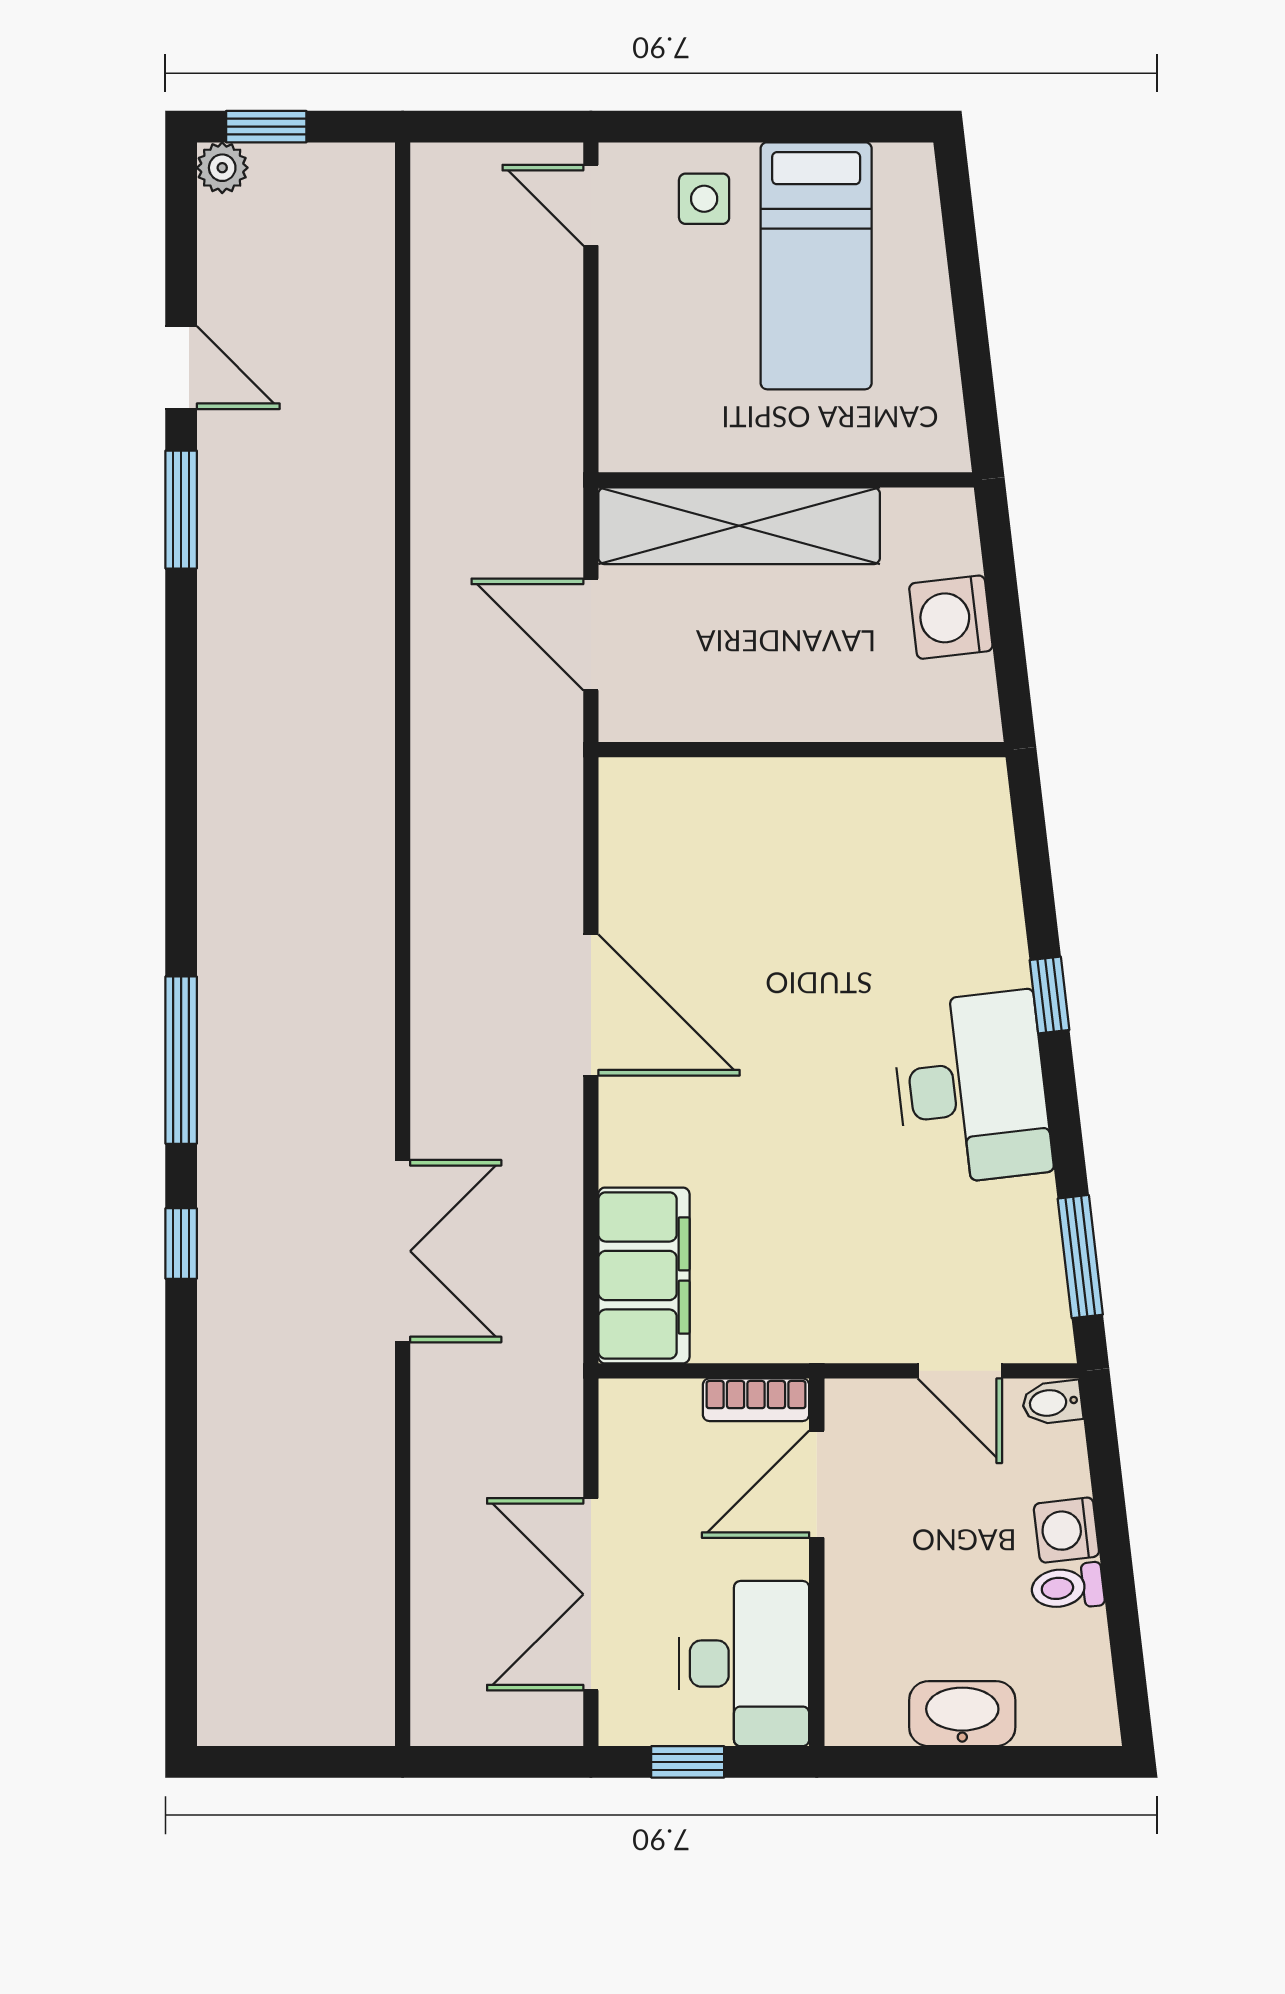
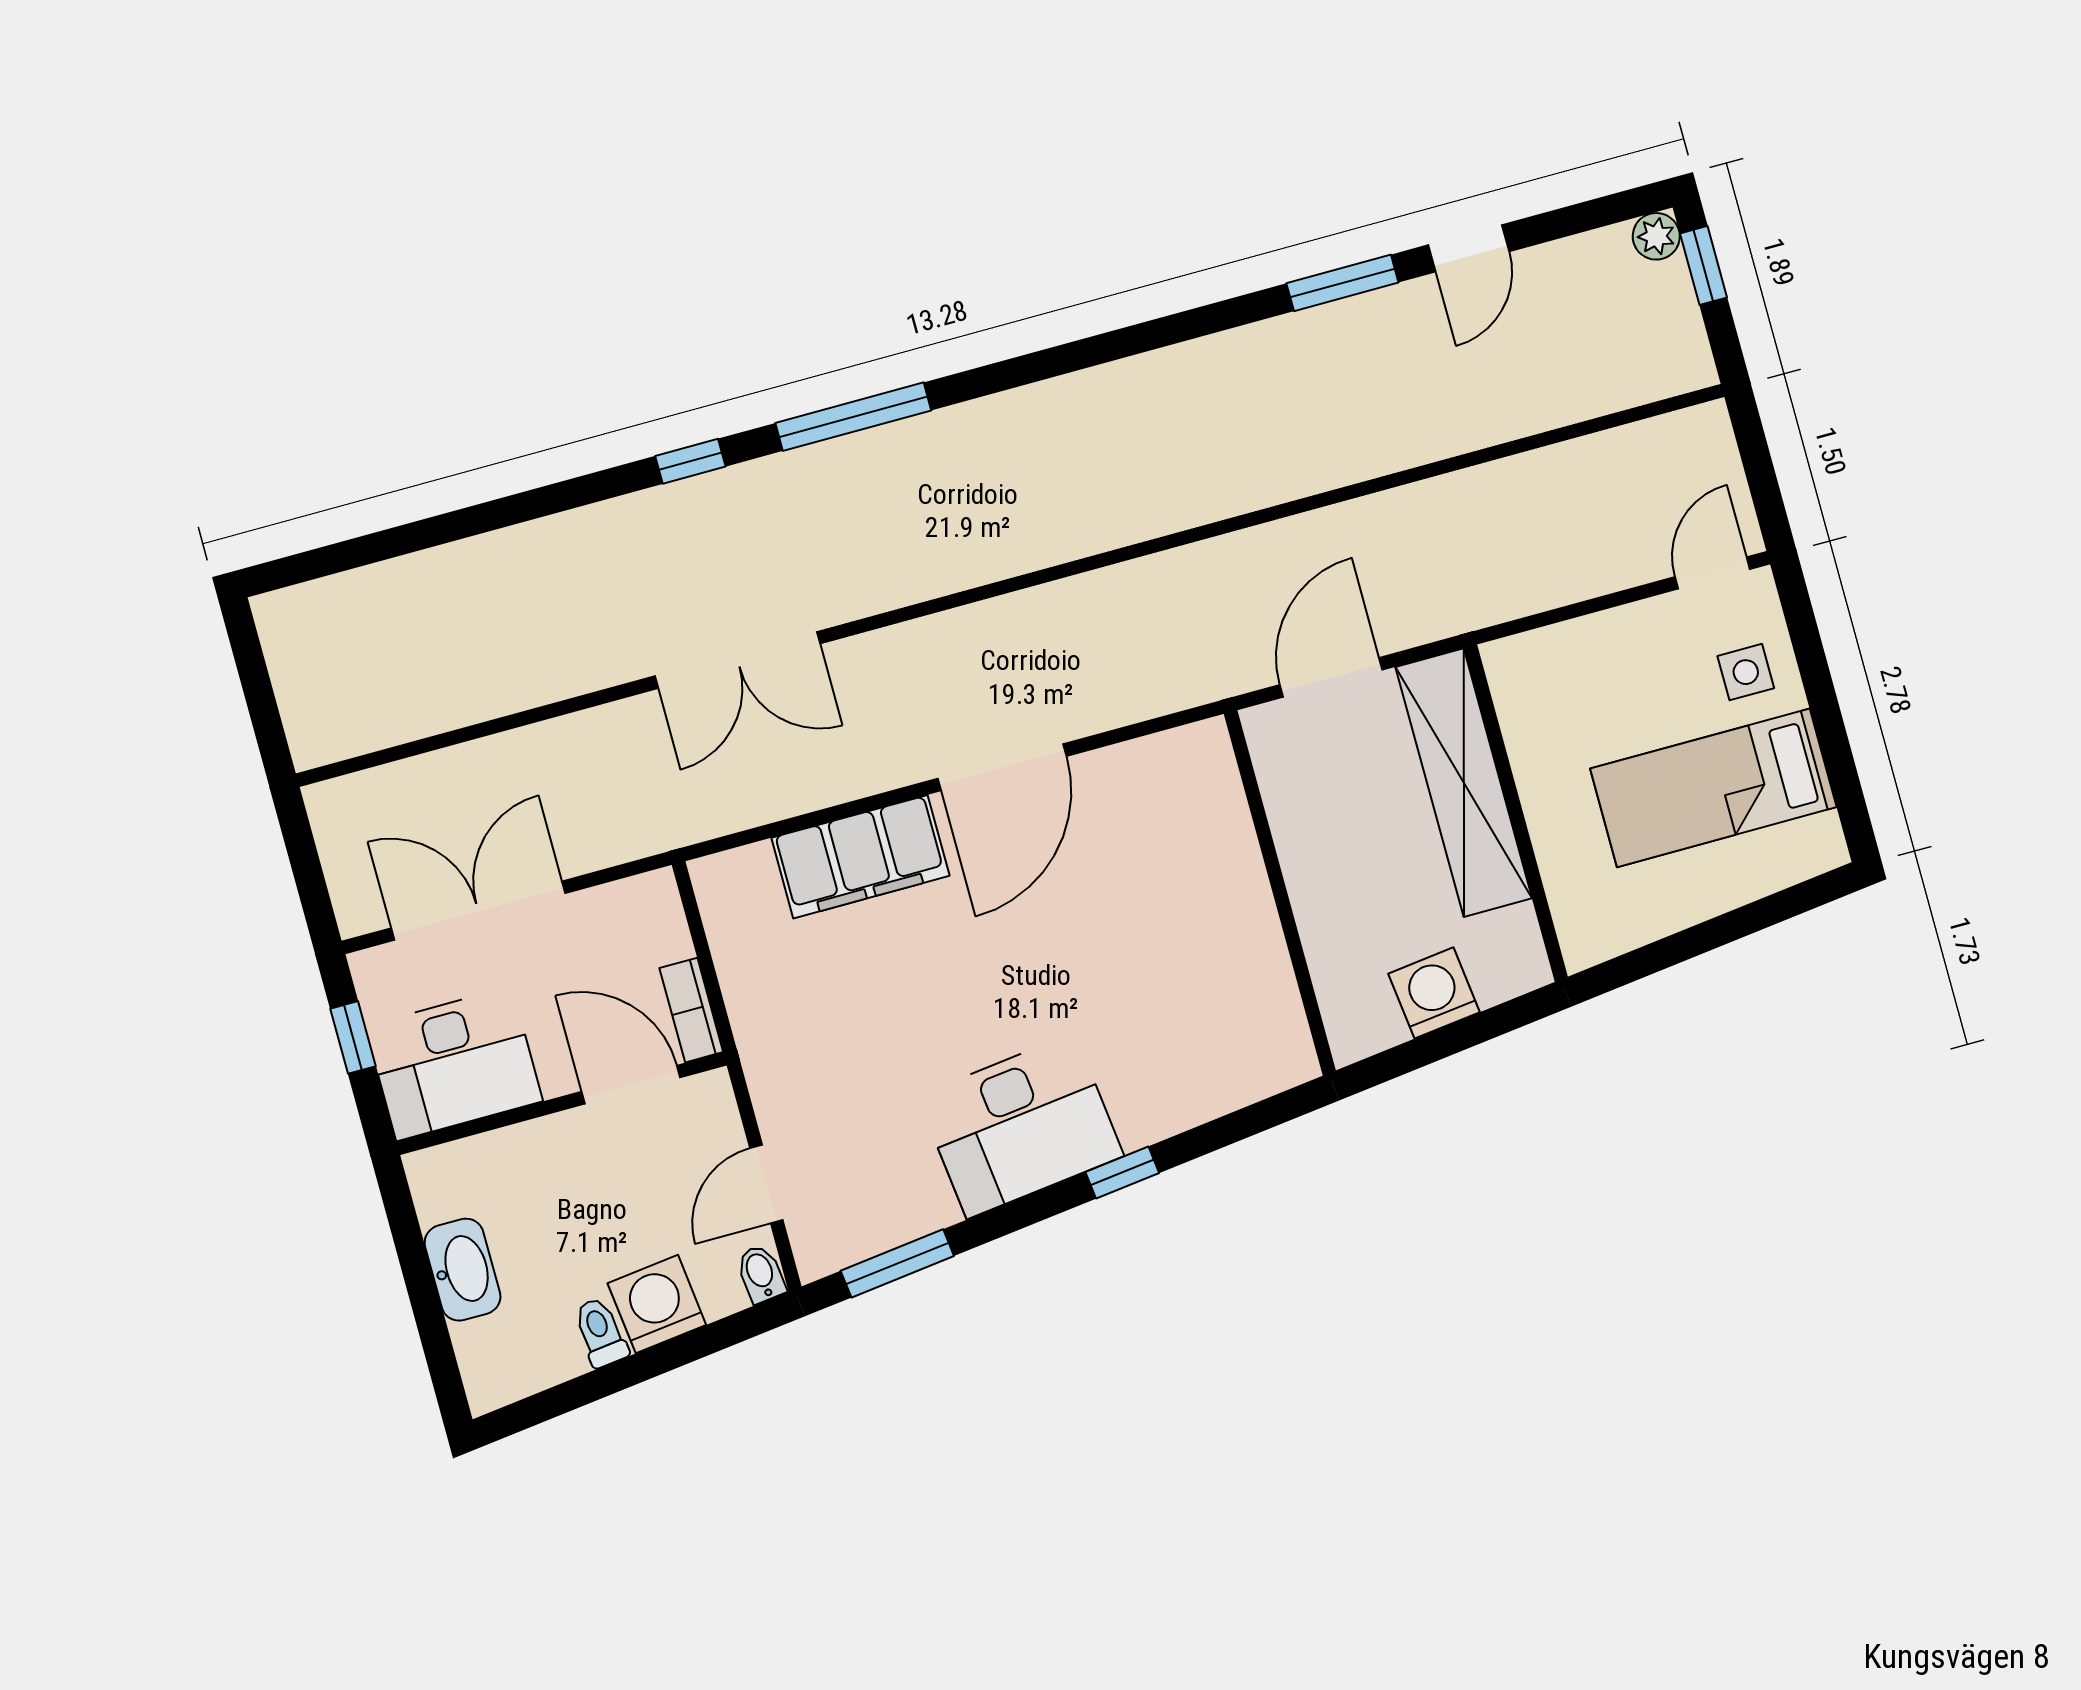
filing cabinet: (644, 1276) -> (860, 857), moved
washing machine: (1066, 1530) -> (657, 1304), width x1.38, depth x1.38

